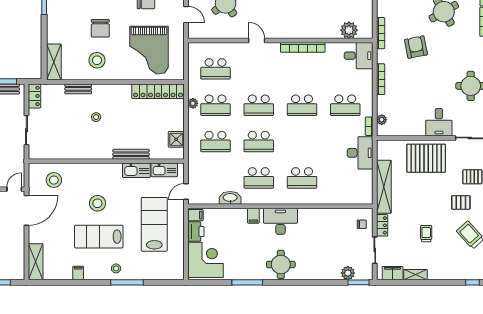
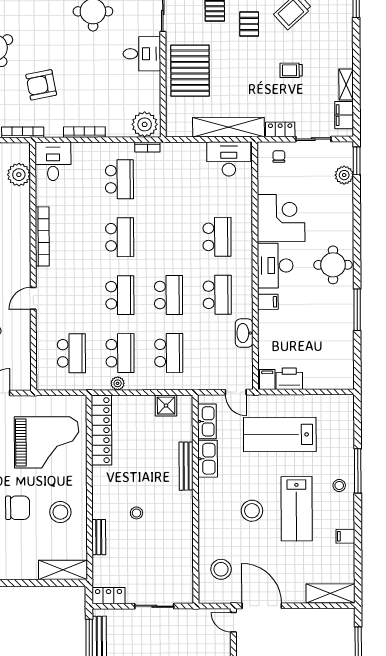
plant: (382, 120) -> (145, 124), width x1.88, depth x1.88
desk: (360, 153) -> (229, 159), moved
corner desk: (206, 260) -> (281, 218), moved, turned 90

